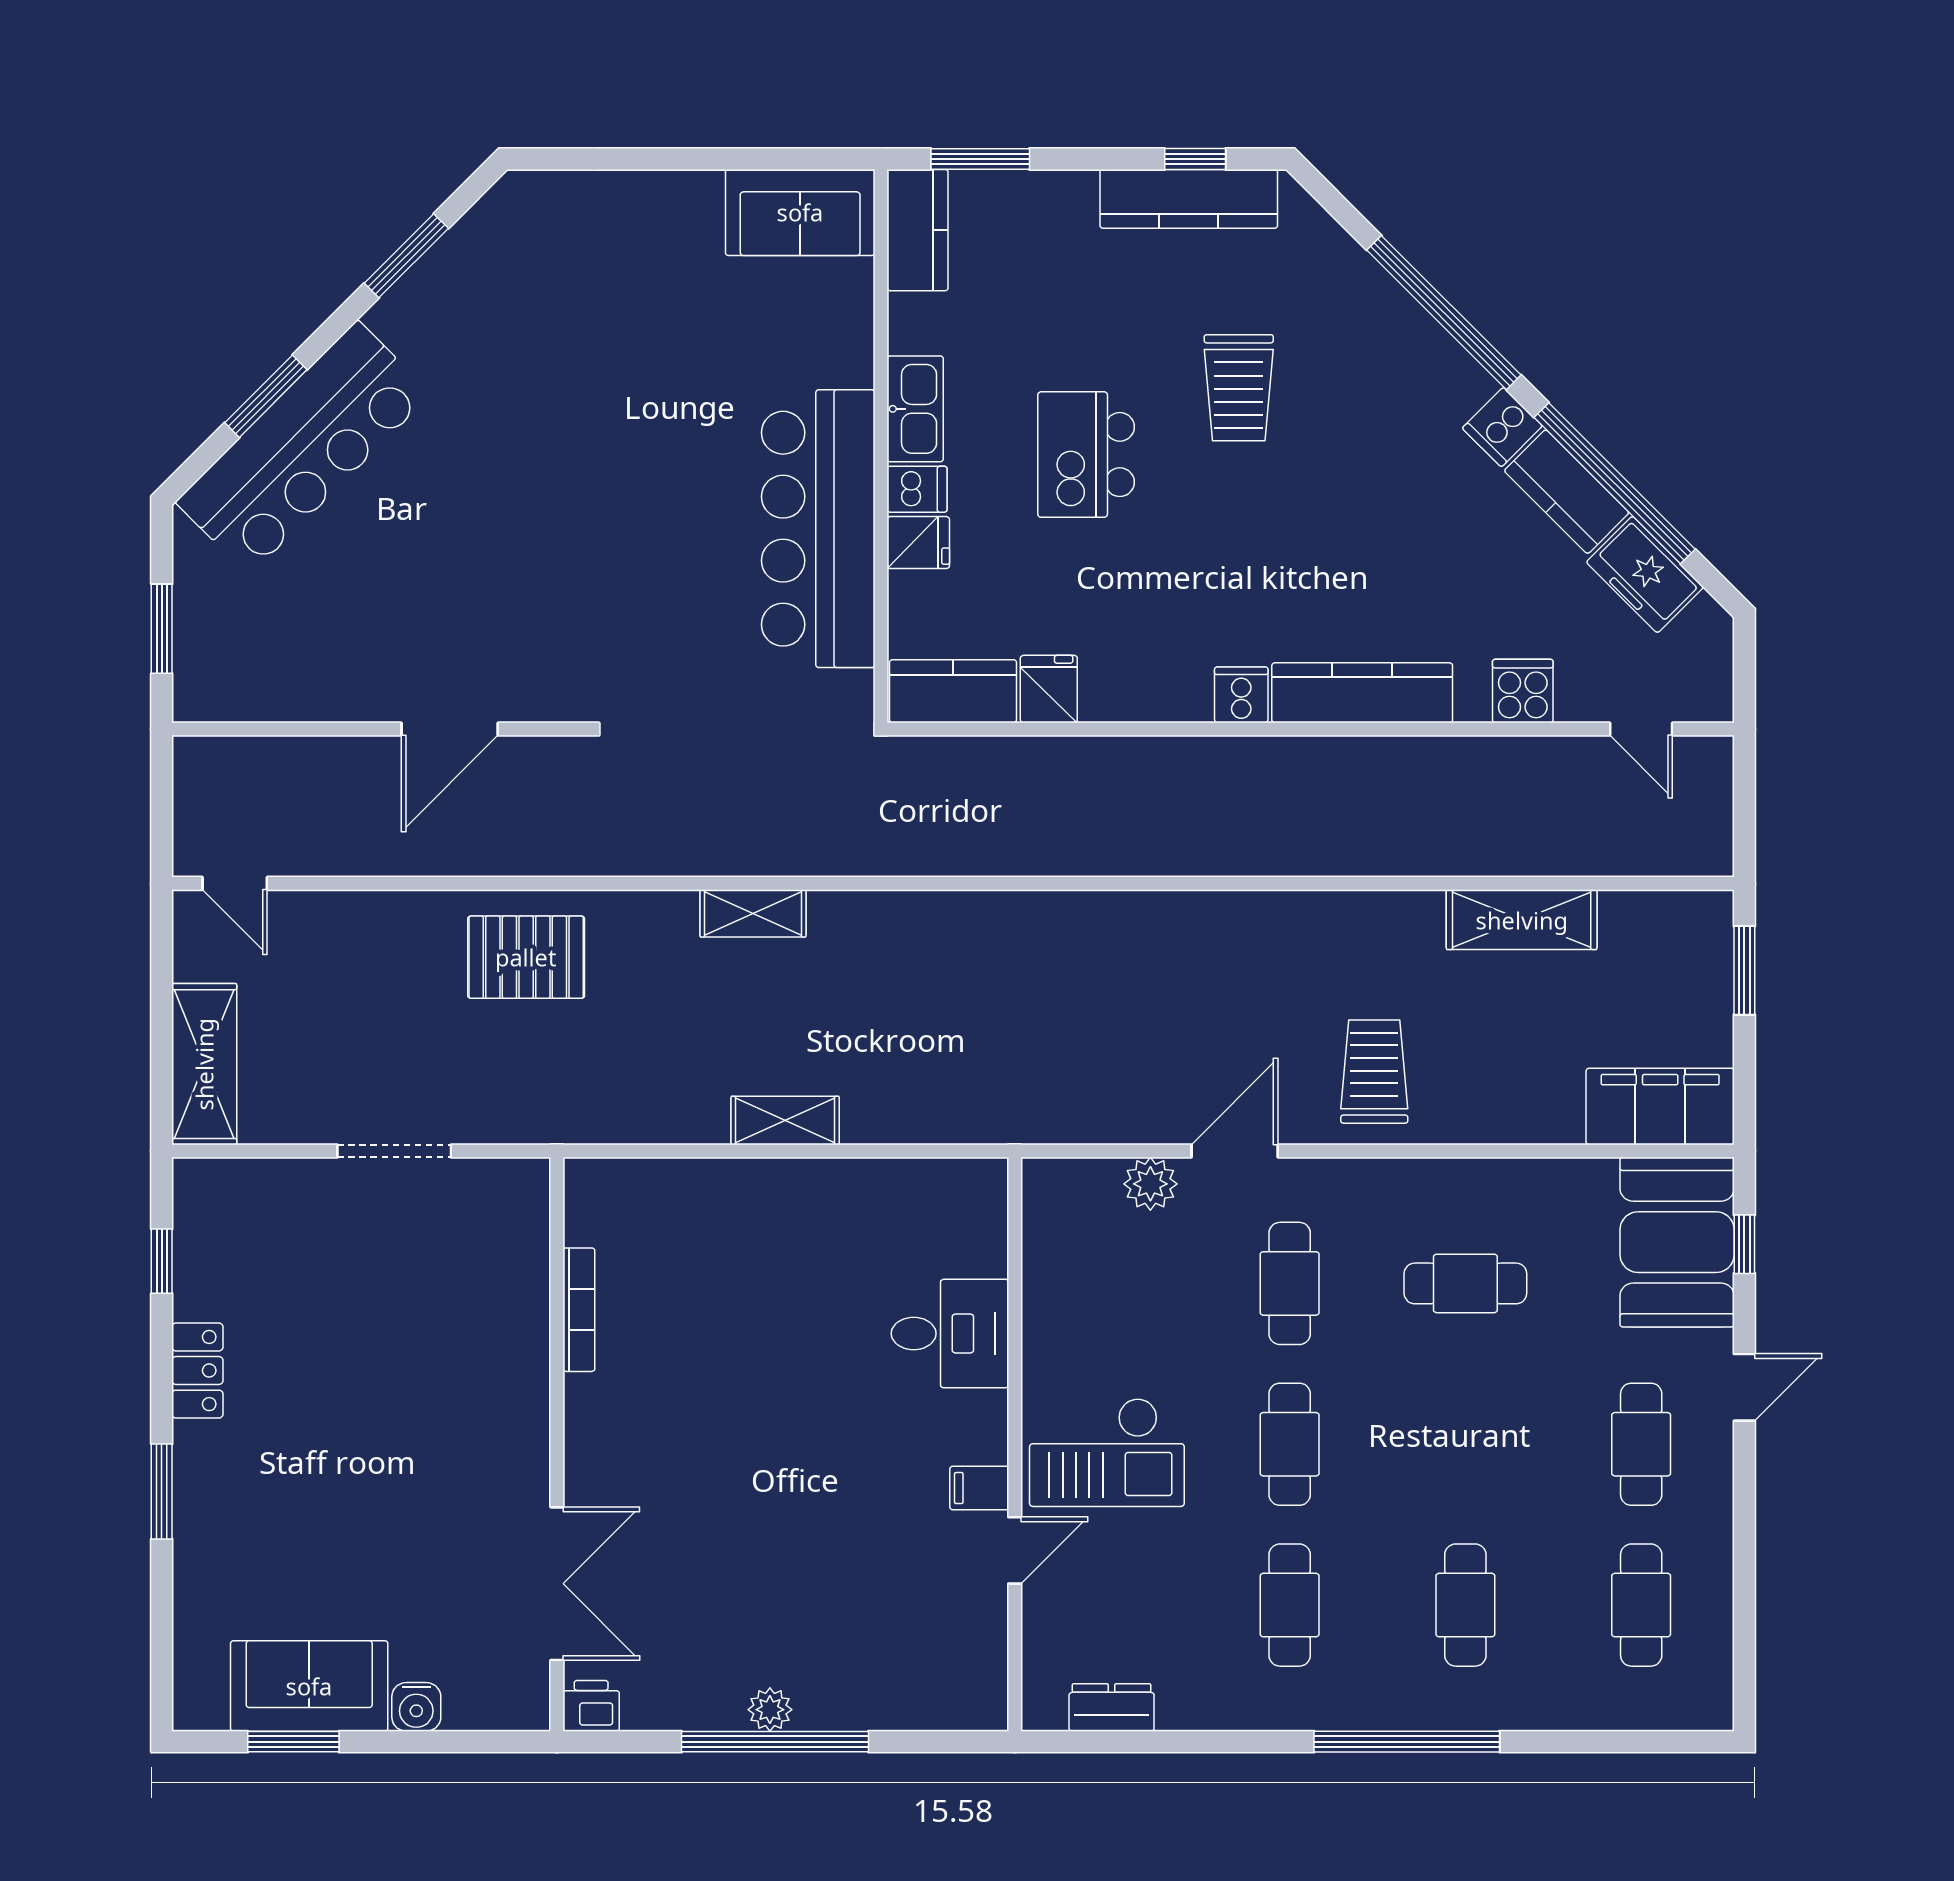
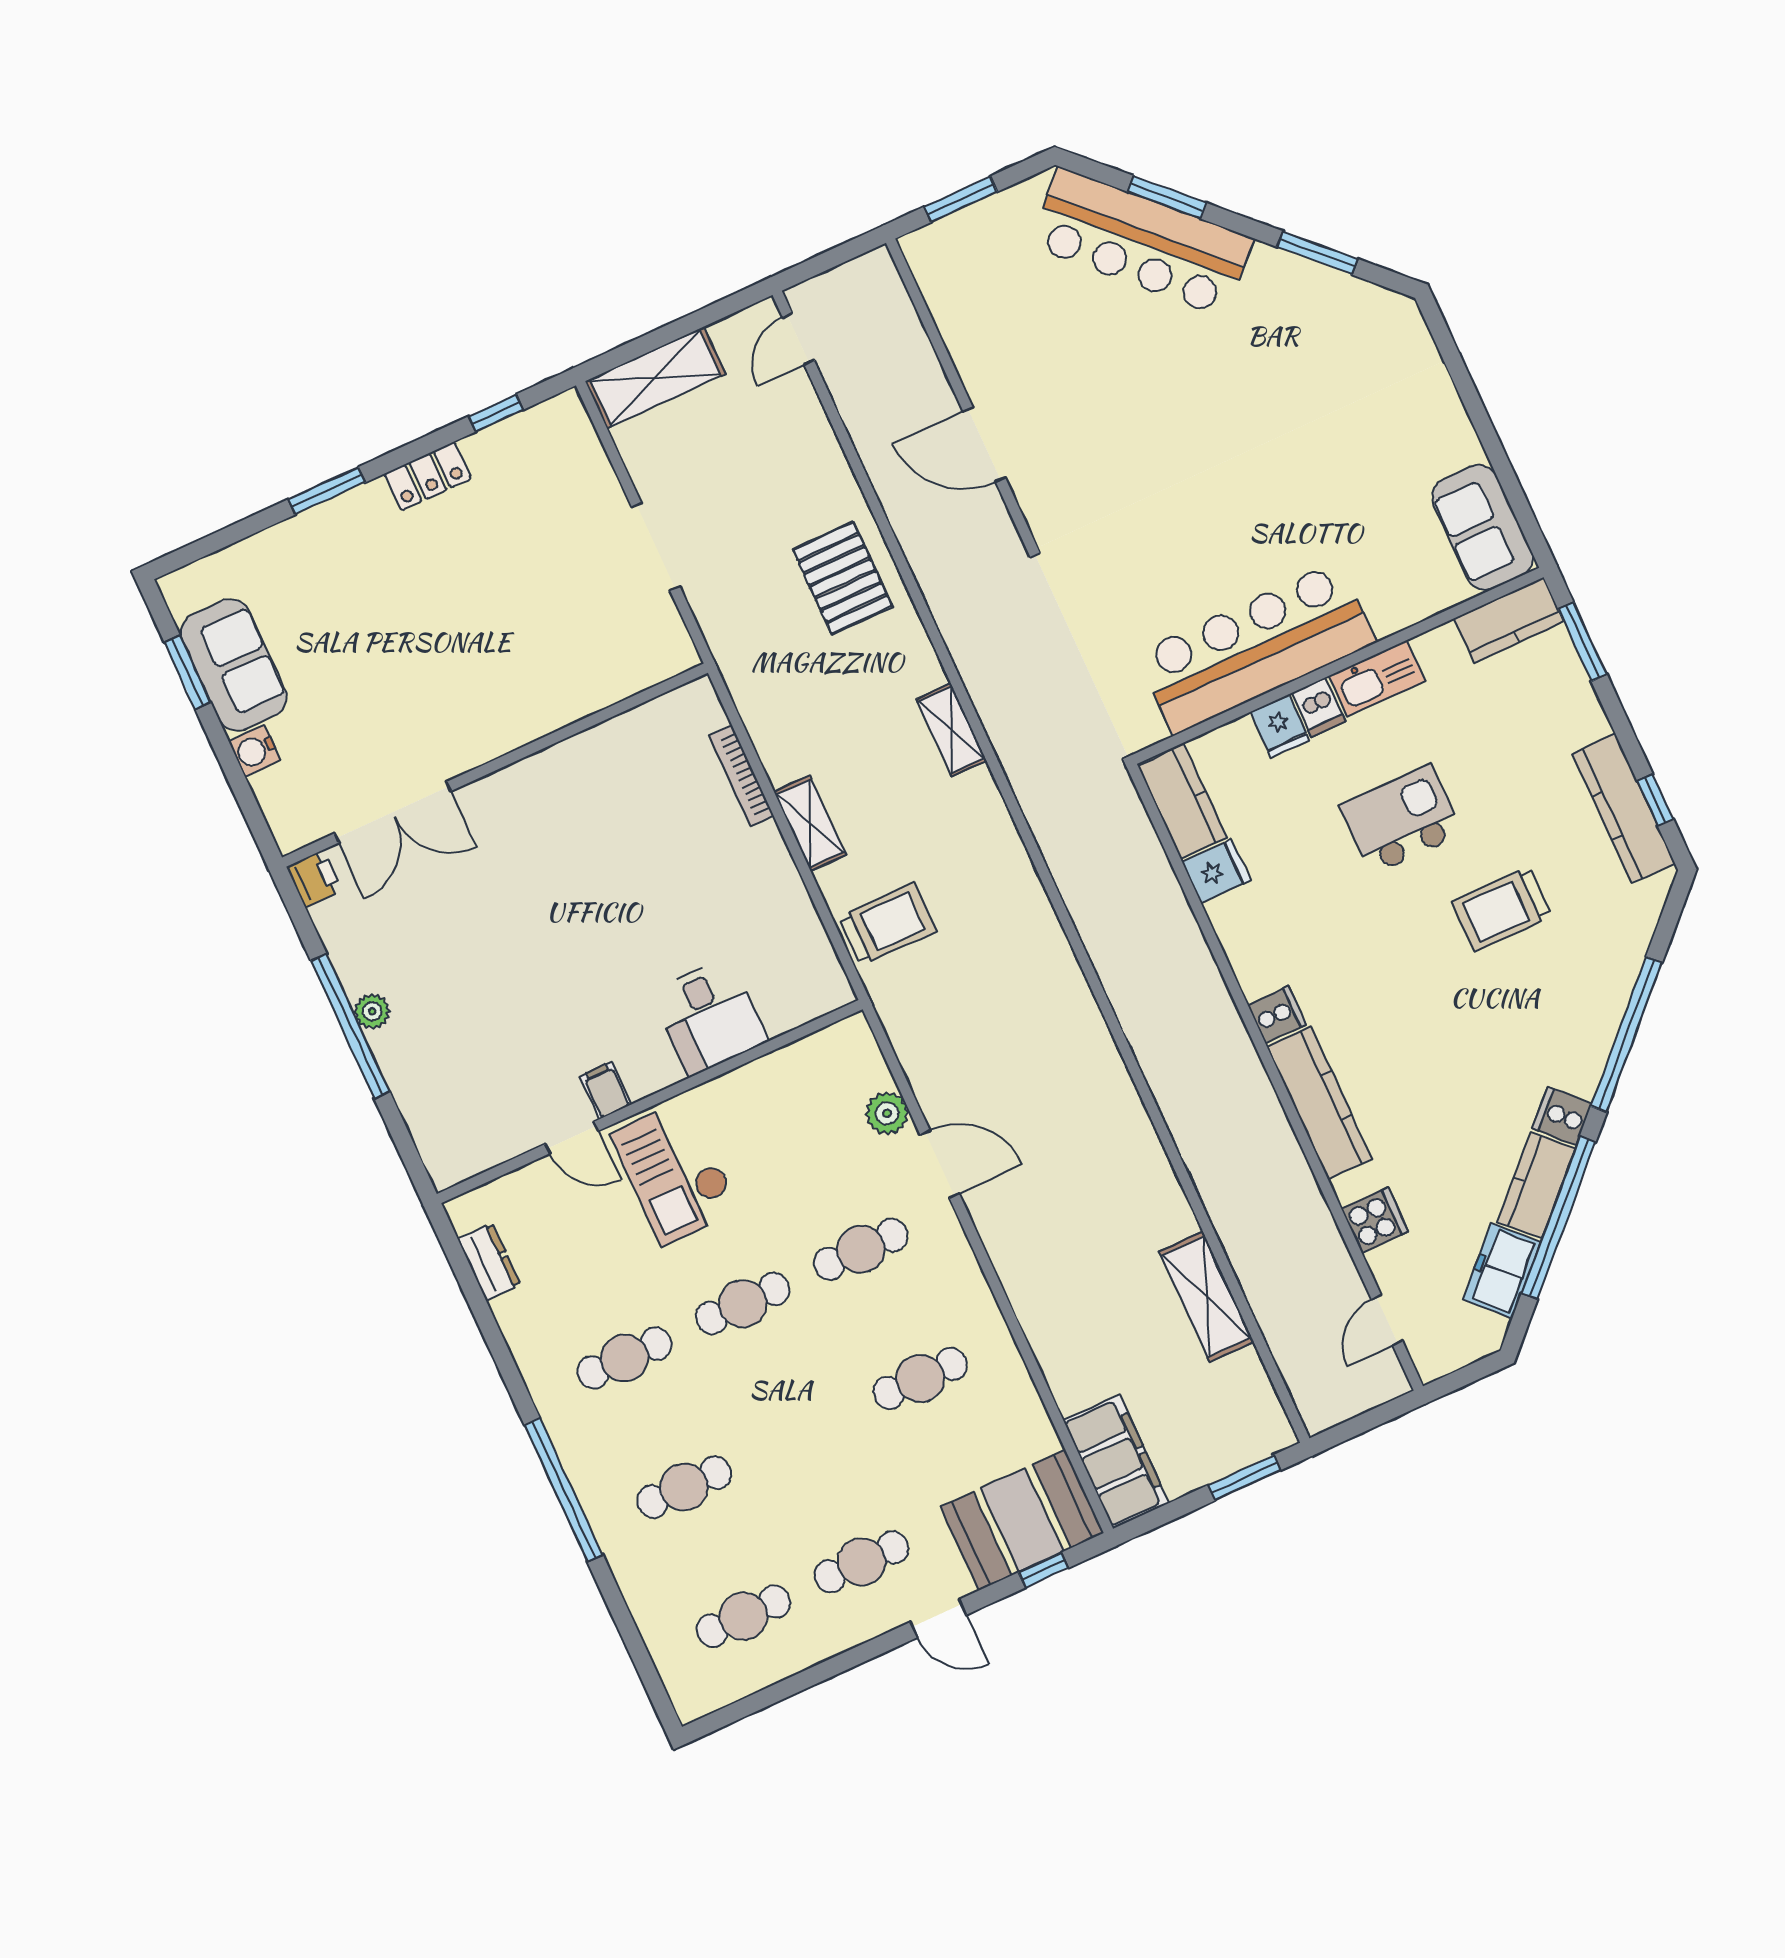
trolley: (1374, 1072) -> (887, 924), moved
cafe table: (1465, 1283) -> (920, 1378), turned 90
bookcase: (579, 1310) -> (741, 776), moved, turned 90

